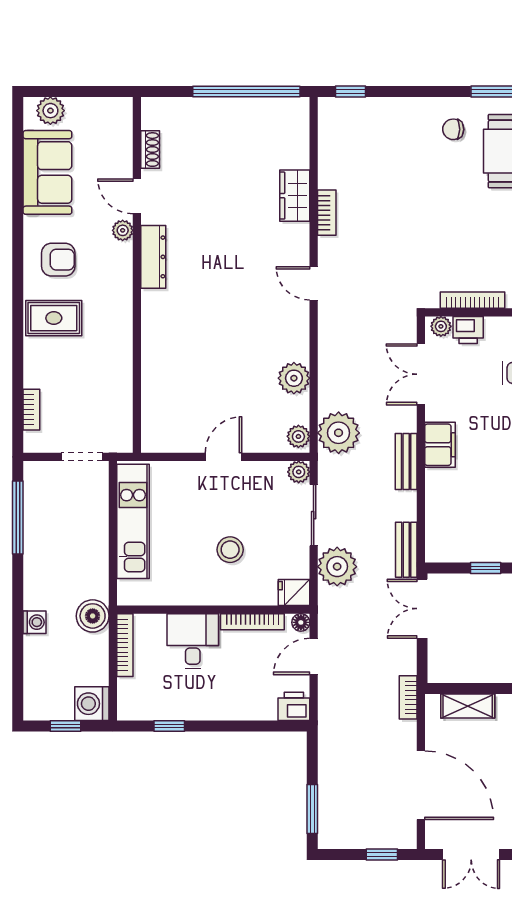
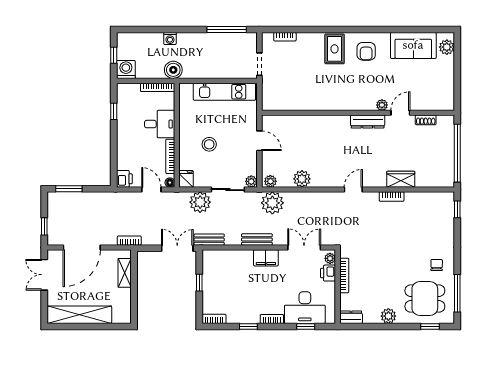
shoe rack: (150, 150) -> (426, 120), moved
door: (137, 196) -> (400, 113), moved
plant: (123, 230) -> (382, 105), moved
dresser: (153, 257) -> (368, 122), moved
wall: (137, 275) -> (358, 113), moved

